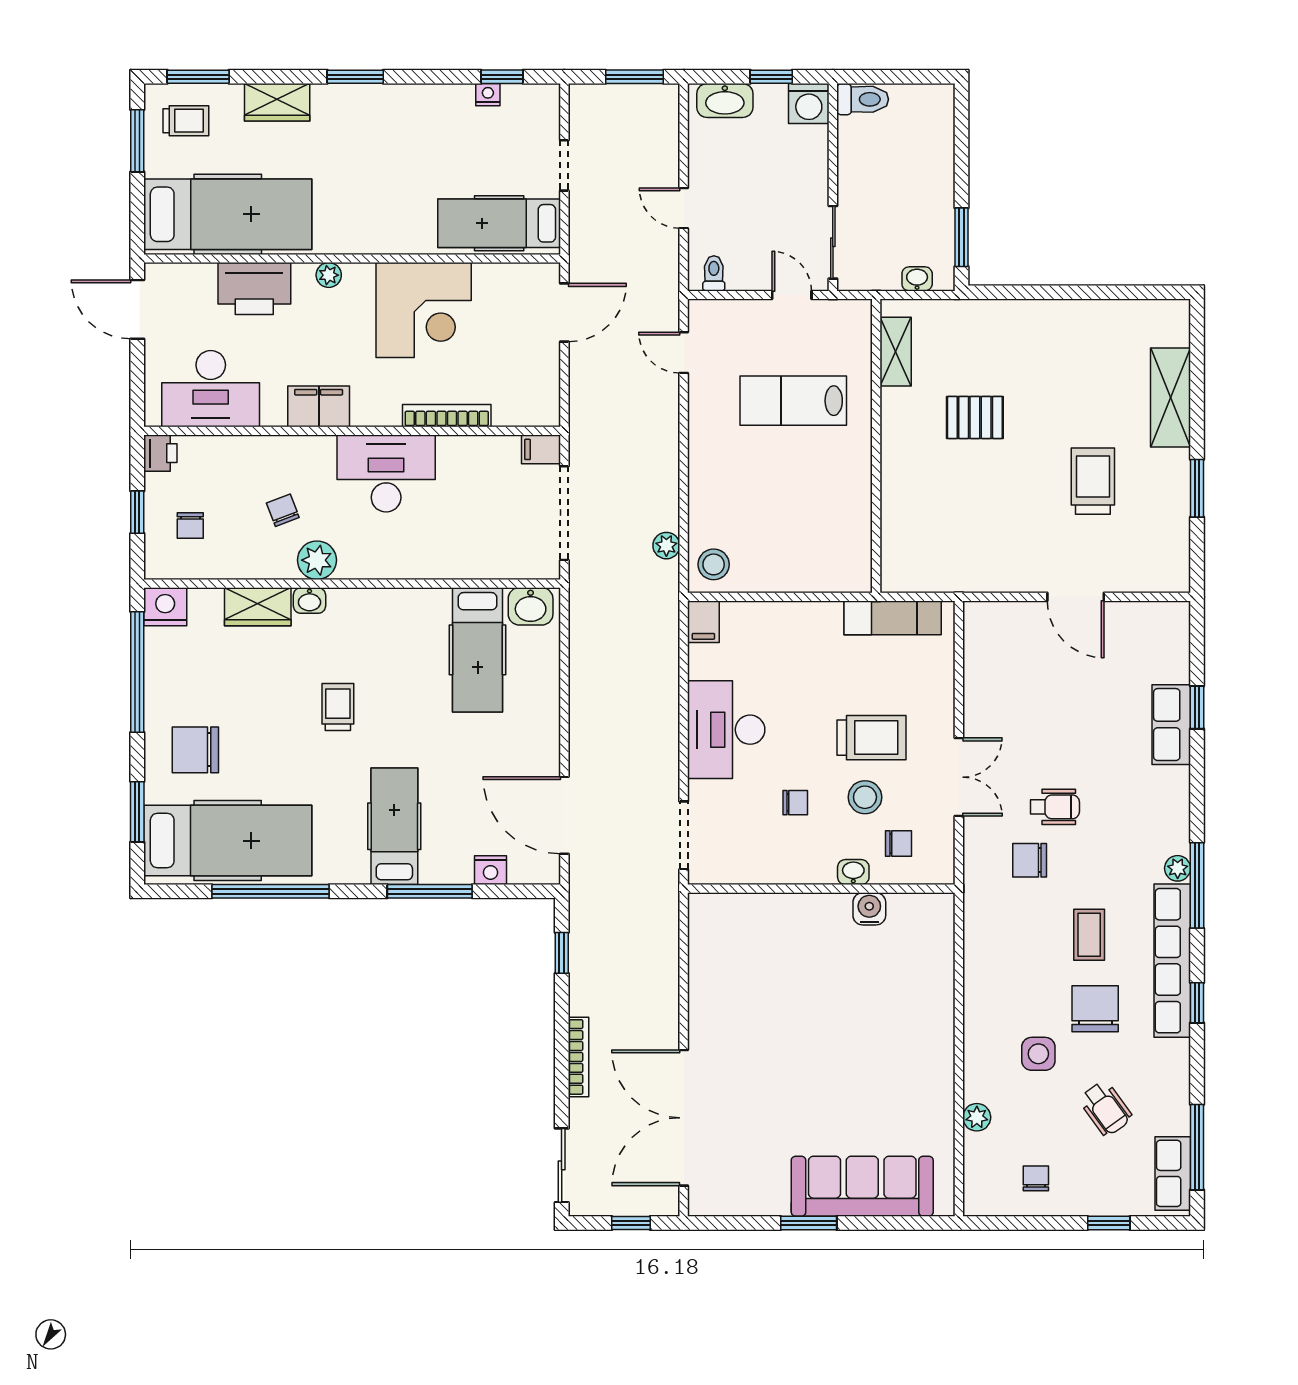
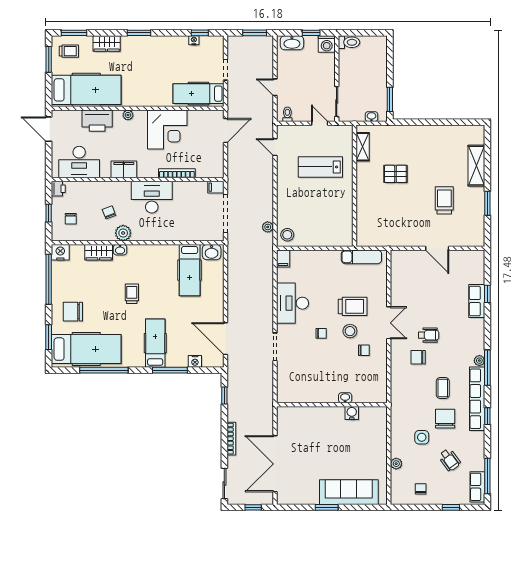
washbasin: (853, 872) -> (345, 398), moved
wall: (821, 889) -> (332, 405), moved
water cooler: (869, 909) -> (352, 413), moved

